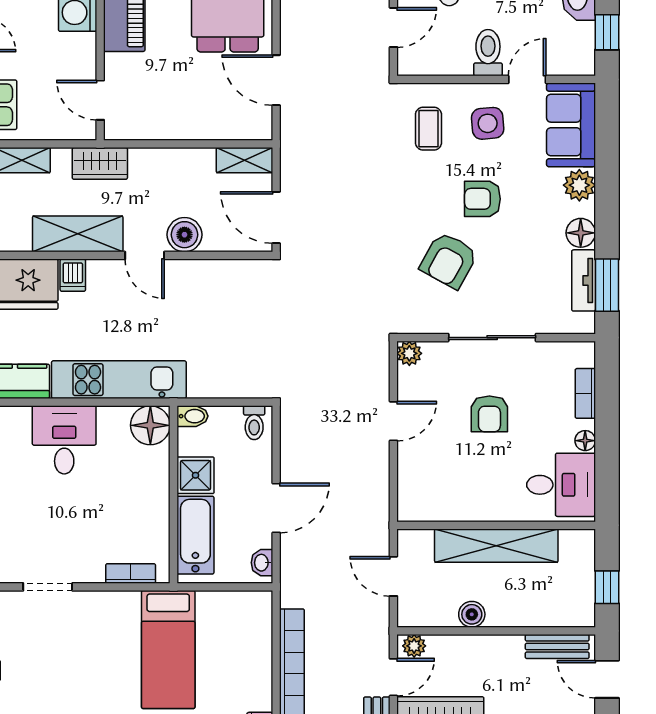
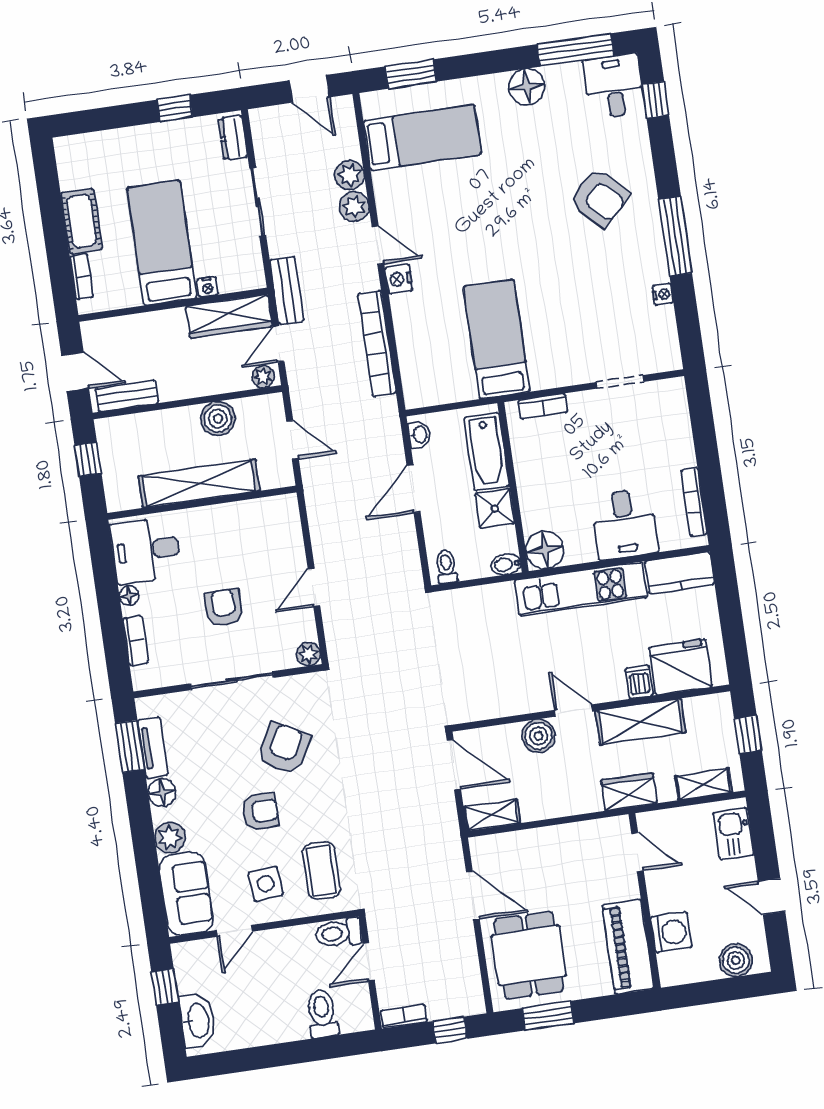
toilet: (488, 53) -> (338, 933), moved, turned 90
coffee table: (428, 129) -> (321, 871), width x1.36, depth x1.30
boiler: (472, 614) -> (218, 419), width x1.36, depth x1.36

